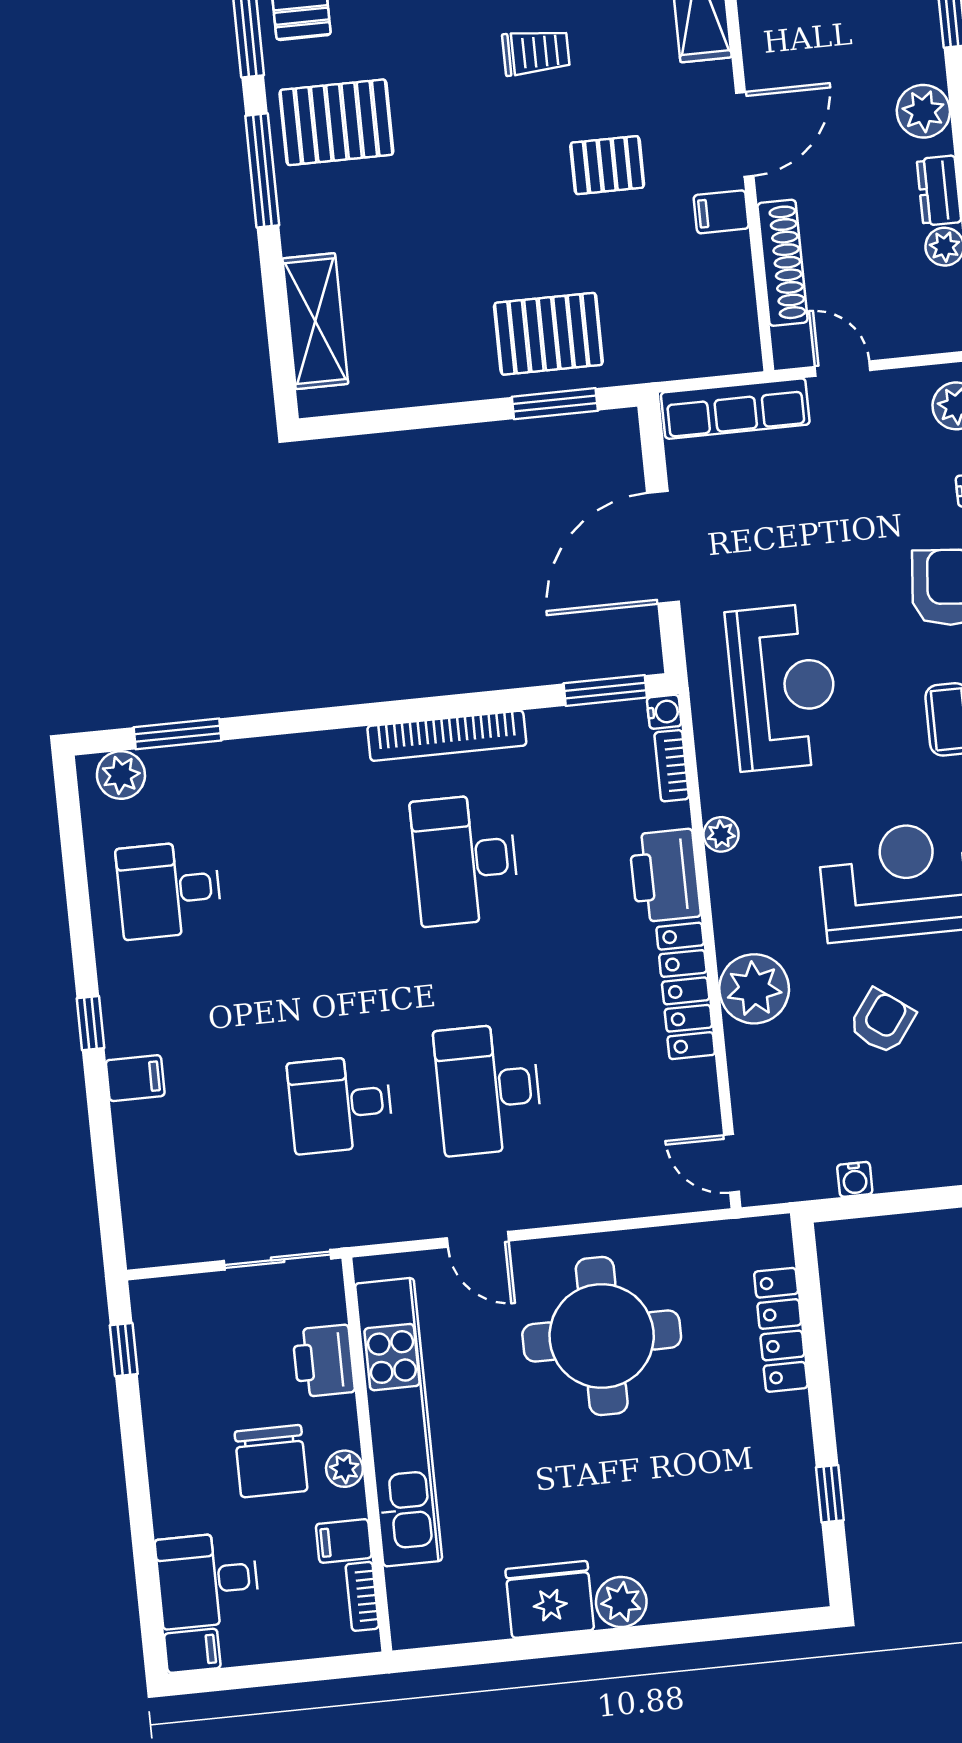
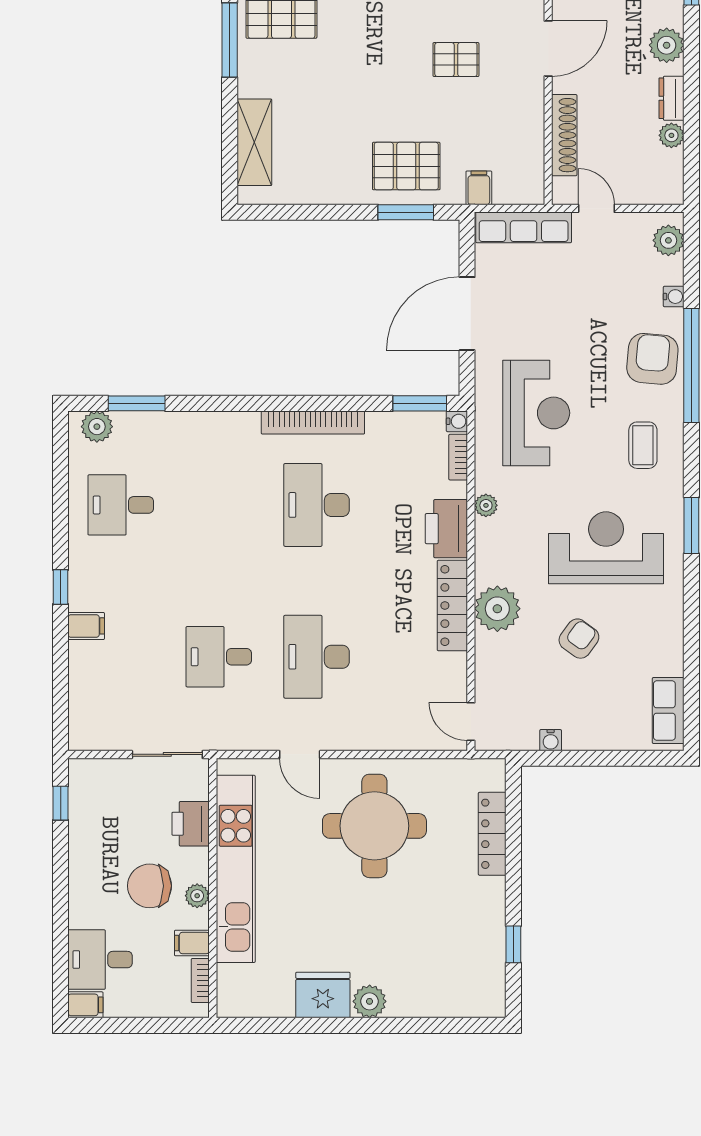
filing cabinet: (721, 212) -> (479, 188), moved, turned 90
chair: (271, 1461) -> (150, 886), turned 90

